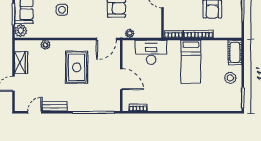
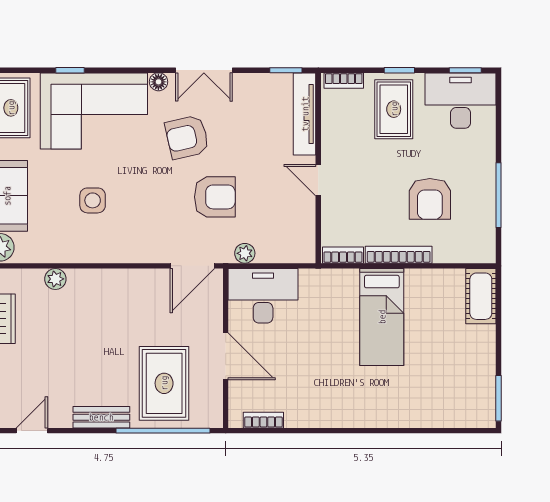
desk: (151, 52) -> (263, 296), moved
rug: (77, 67) -> (164, 383), moved
stool: (230, 78) -> (470, 353), removed
bench: (55, 106) -> (101, 417), moved

